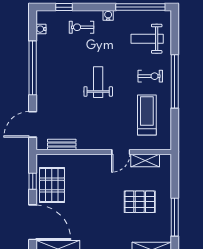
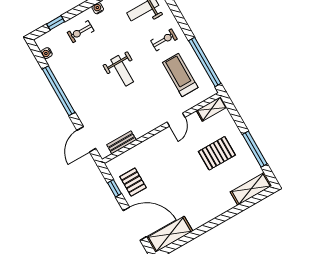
window: (175, 81) -> (205, 62), moved
weight bench: (98, 82) -> (122, 71), turned 180
shelving: (145, 160) -> (212, 109), moved
pallet: (52, 185) -> (133, 182), width x0.67, depth x0.71

